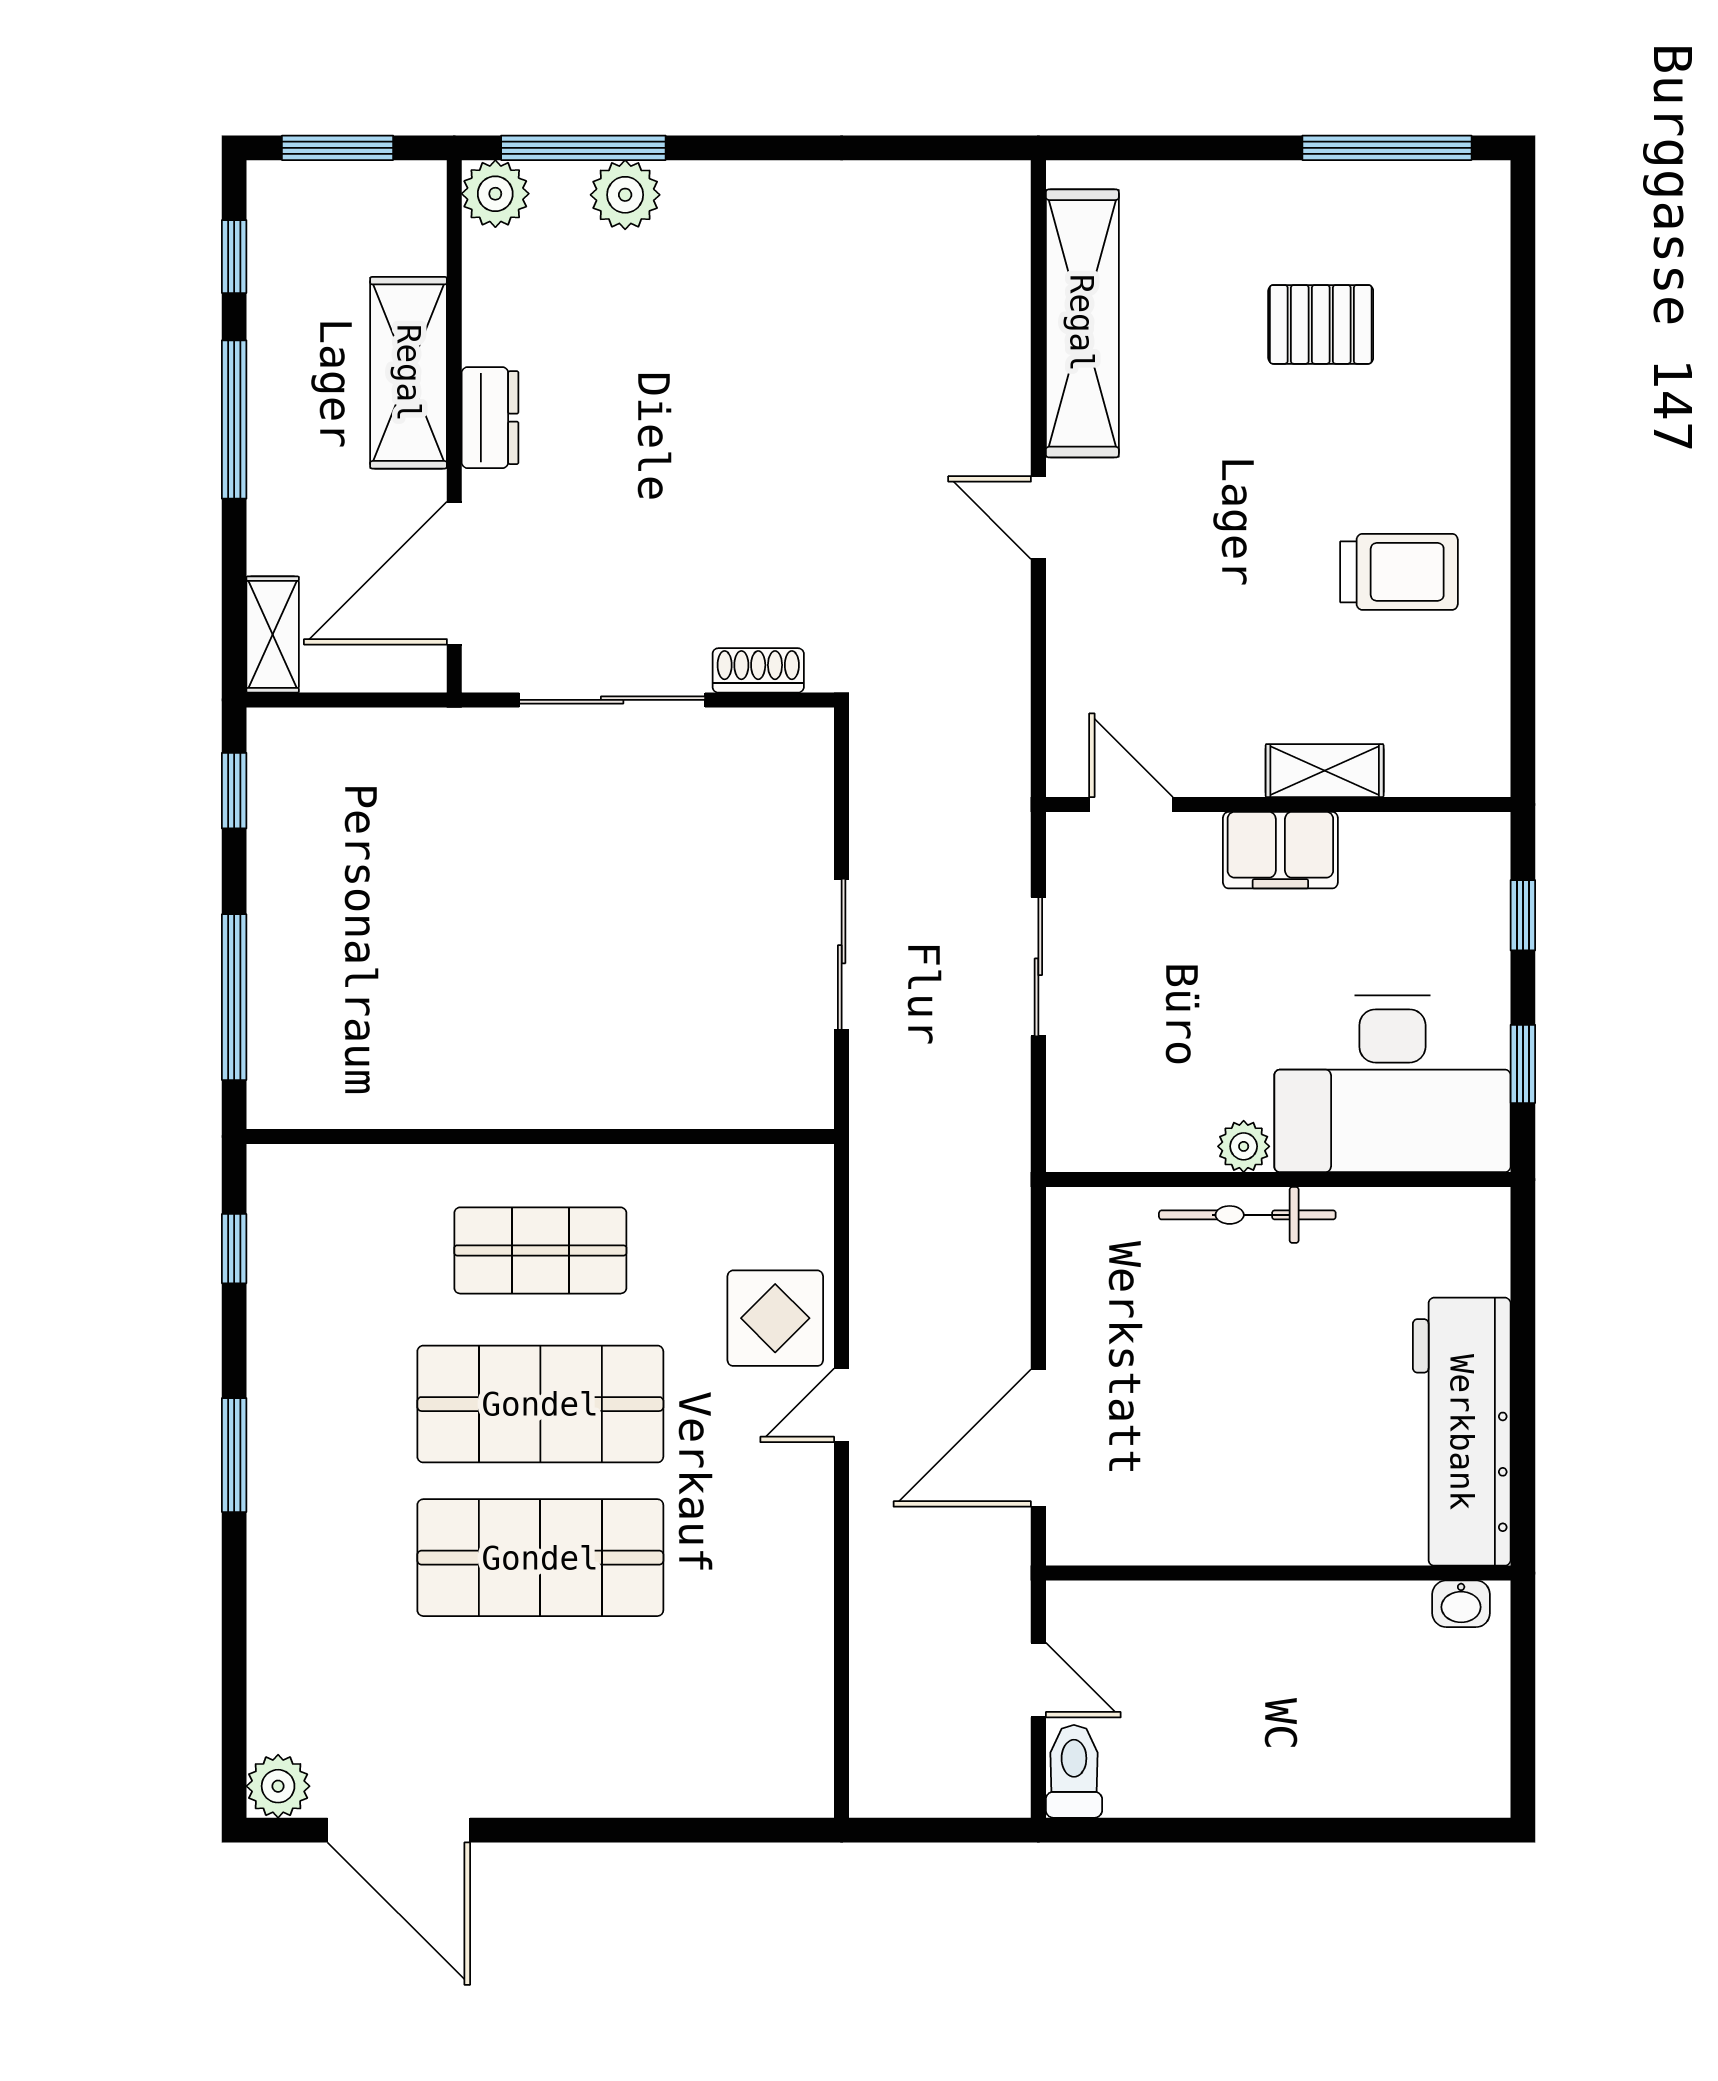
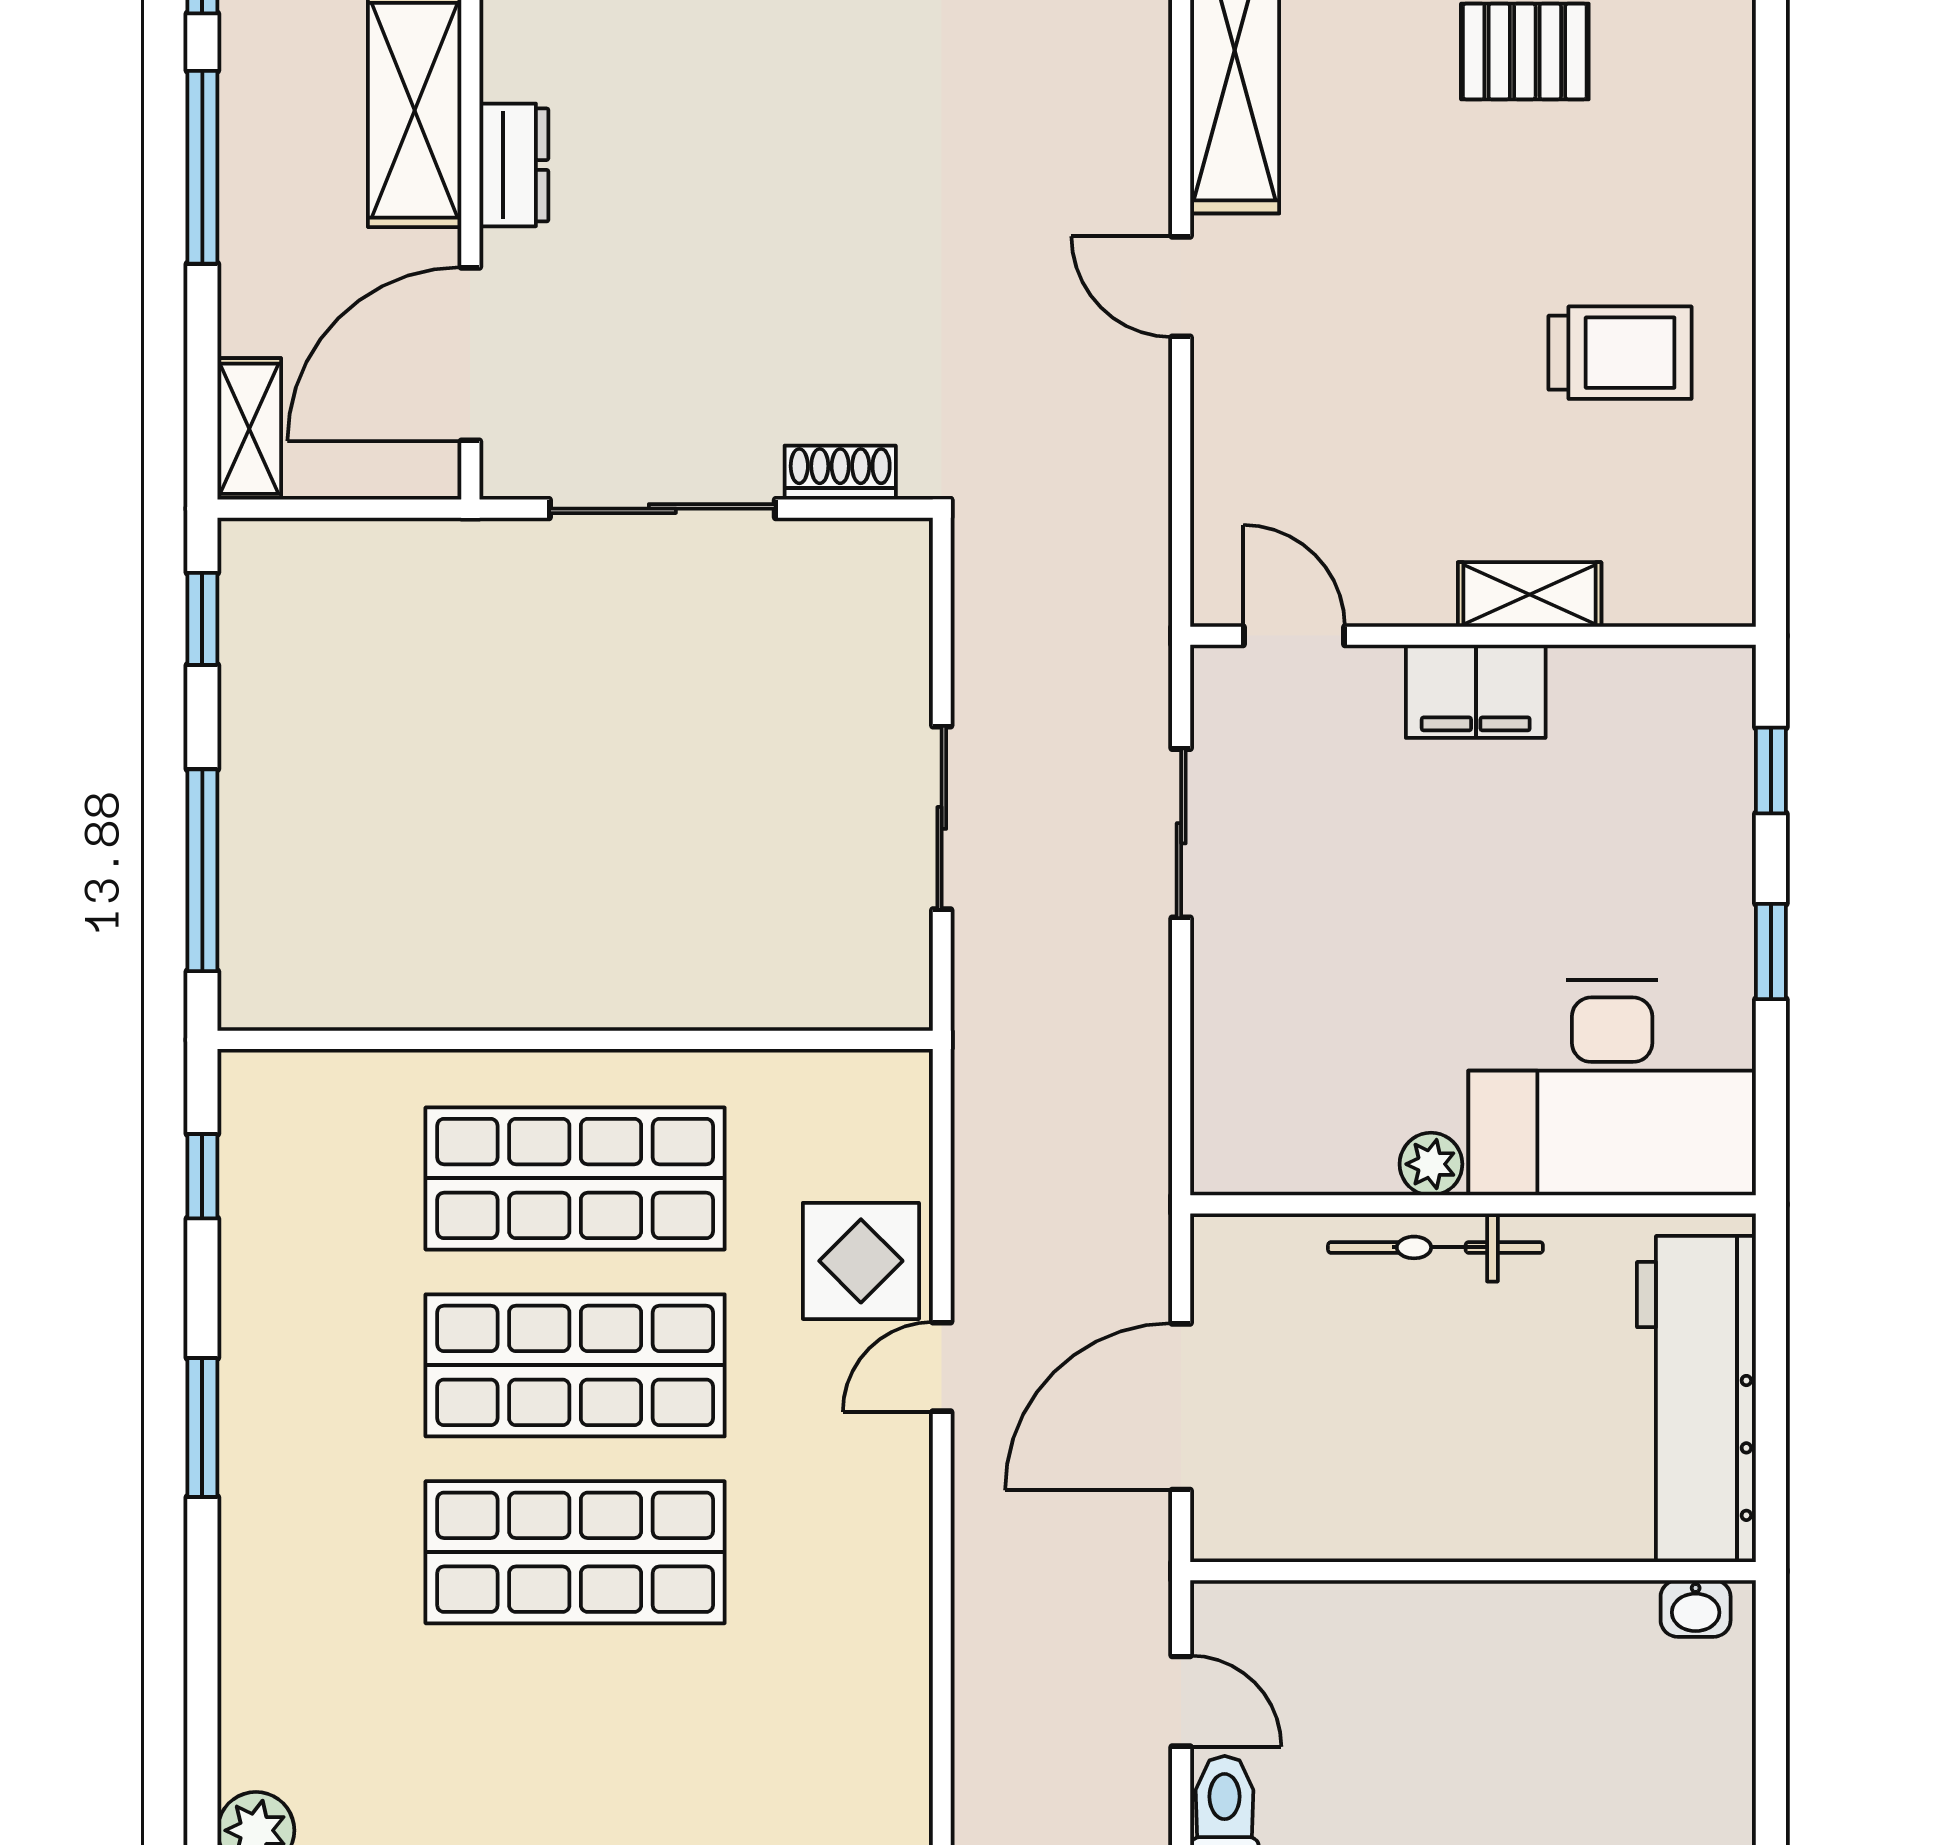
desk: (1392, 1084) -> (1612, 1088), moved
plant: (1244, 1146) -> (1431, 1164), moved
wall: (1278, 1180) -> (1473, 1204), moved
bicycle: (1247, 1215) -> (1435, 1247), moved
shop shelf: (540, 1250) -> (575, 1178), width x1.43, depth x1.36

